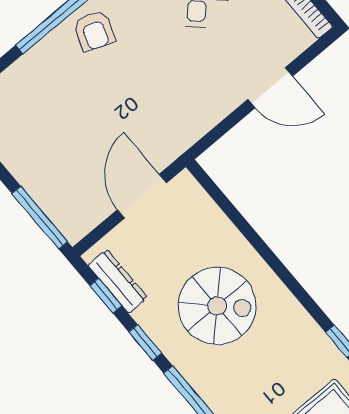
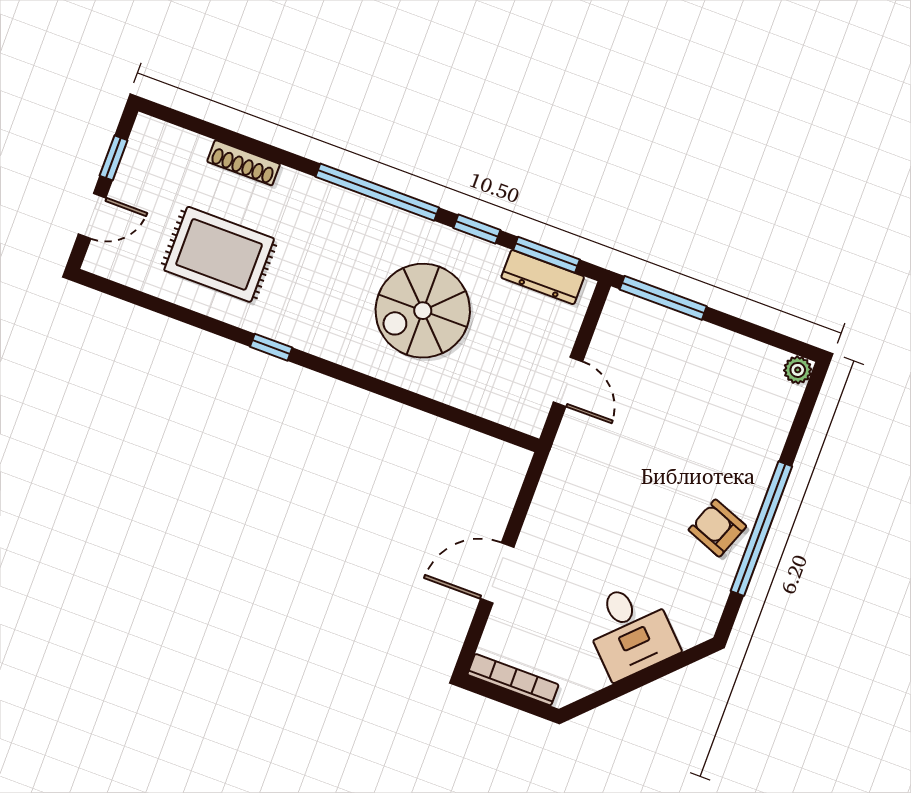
door: (142, 196) -> (568, 382), width x0.73
window: (106, 296) -> (546, 255), width x1.50

